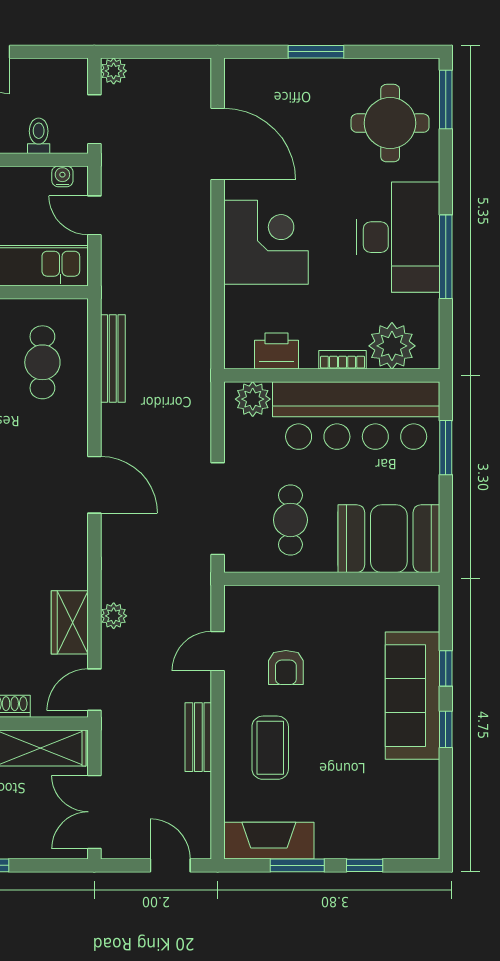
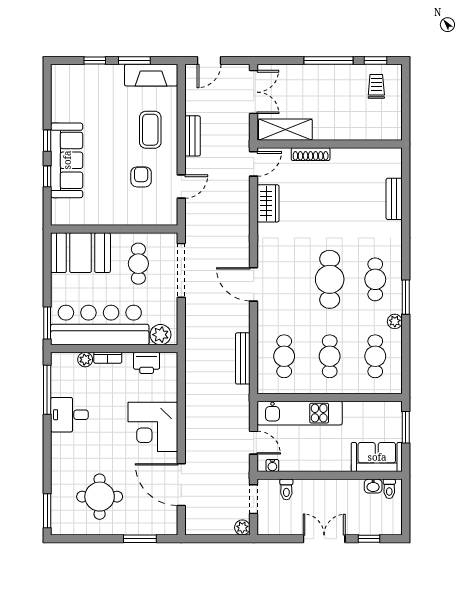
window: (316, 52) -> (140, 539), moved
round table: (390, 123) -> (100, 497), moved
desk: (398, 237) -> (69, 415), width x0.53, depth x0.77
window: (446, 257) -> (47, 390), moved
plant: (392, 346) -> (85, 360), width x0.53, depth x0.53
window: (446, 448) -> (47, 323), moved
plant: (114, 616) -> (242, 207), removed
door: (170, 865) -> (209, 61), hinge flipped

